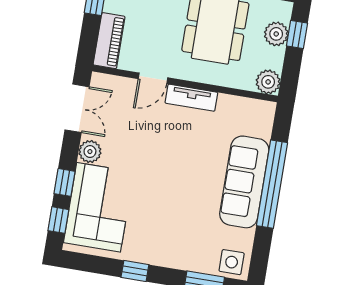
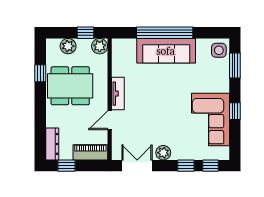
window: (297, 35) -> (85, 33), moved
door: (153, 78) -> (110, 120), swing flipped
corner sofa: (99, 207) -> (210, 119), moved, turned -90

